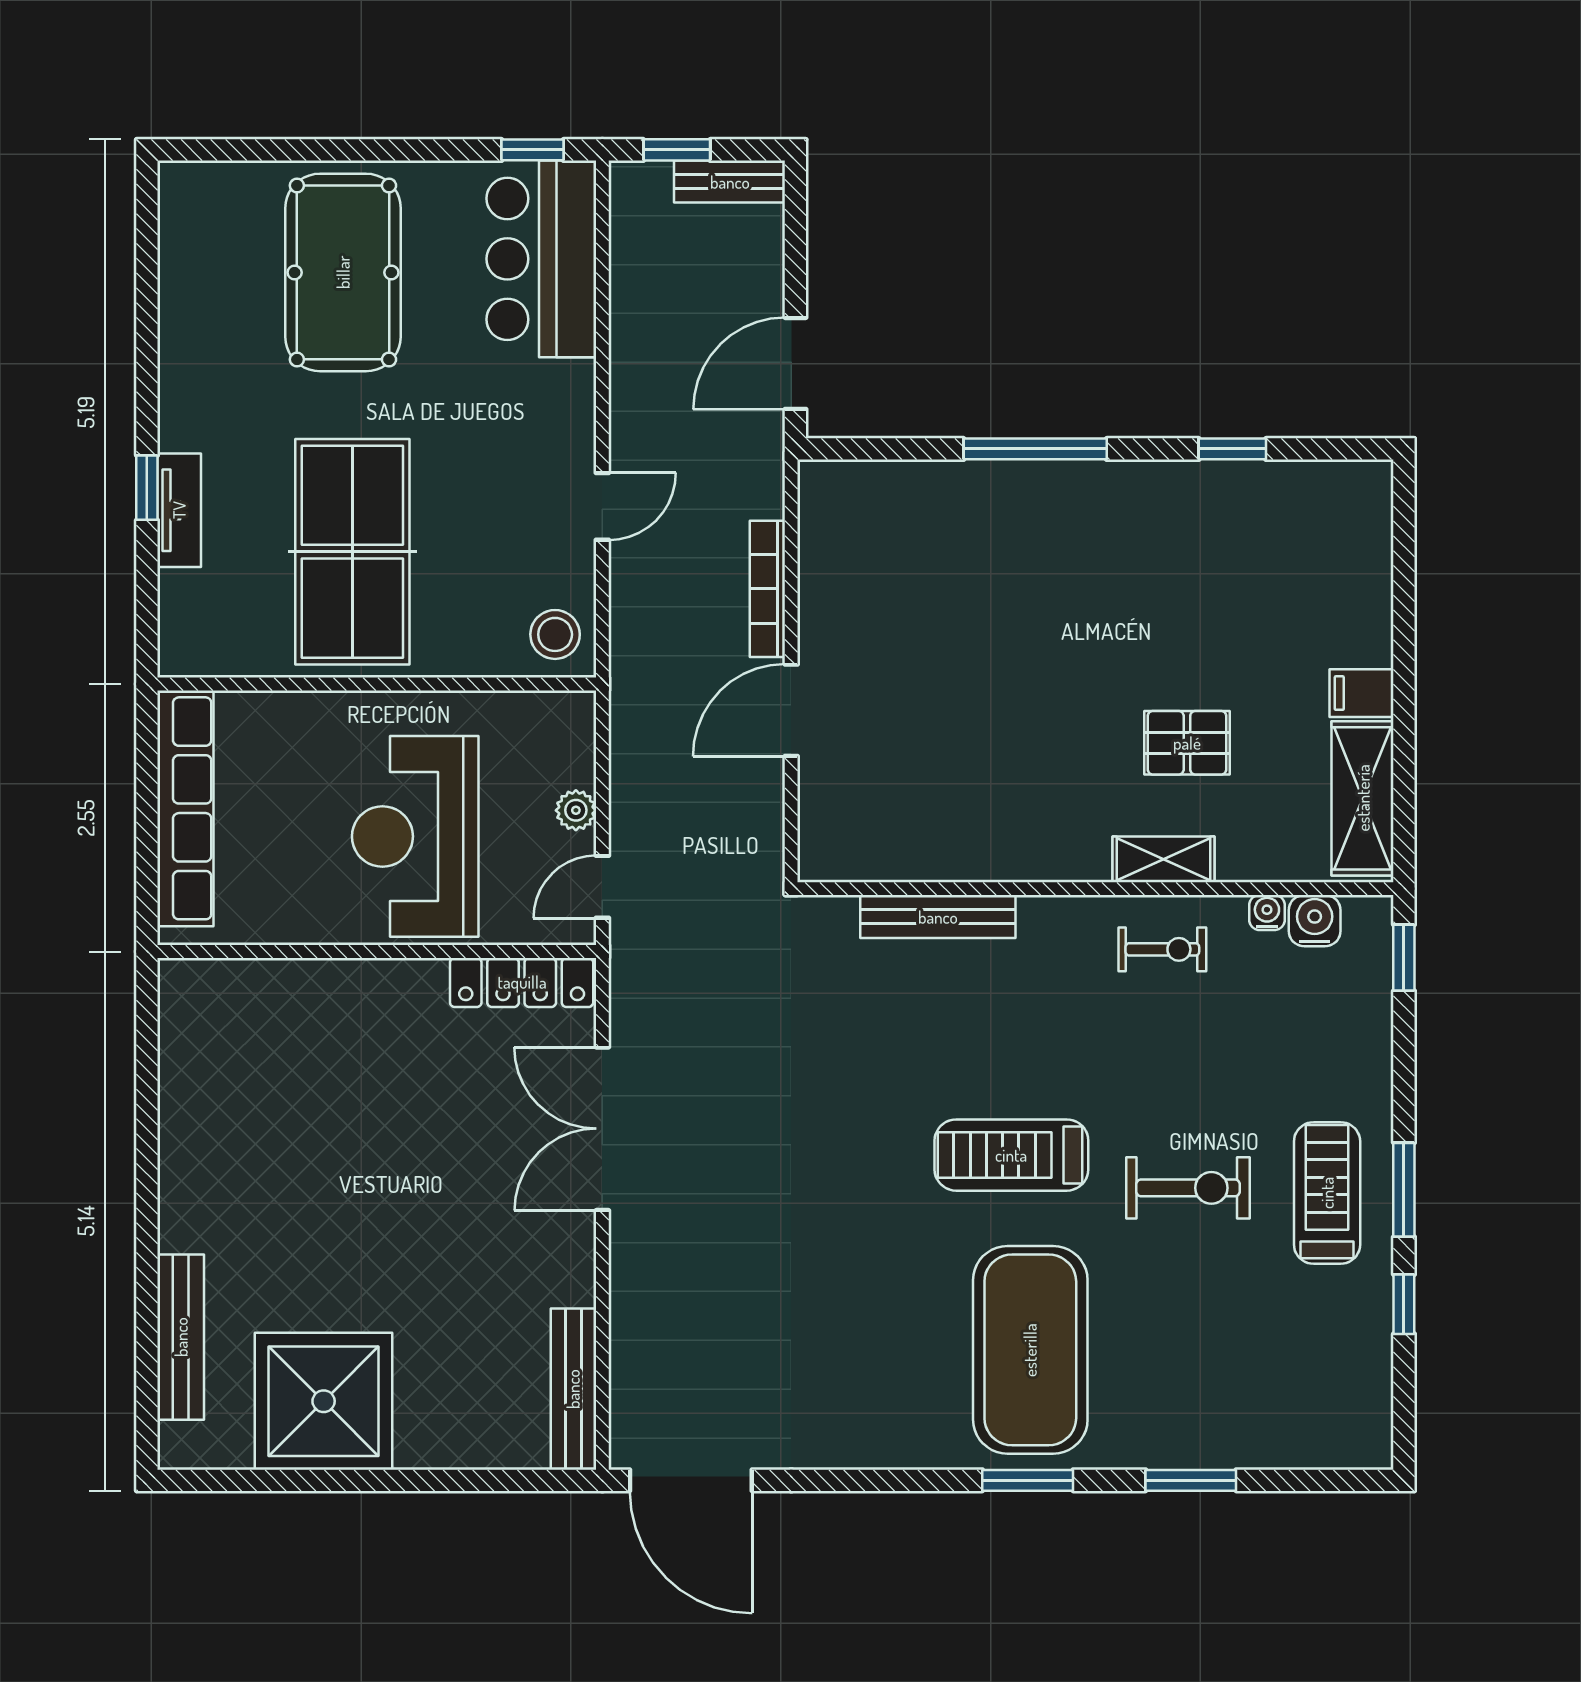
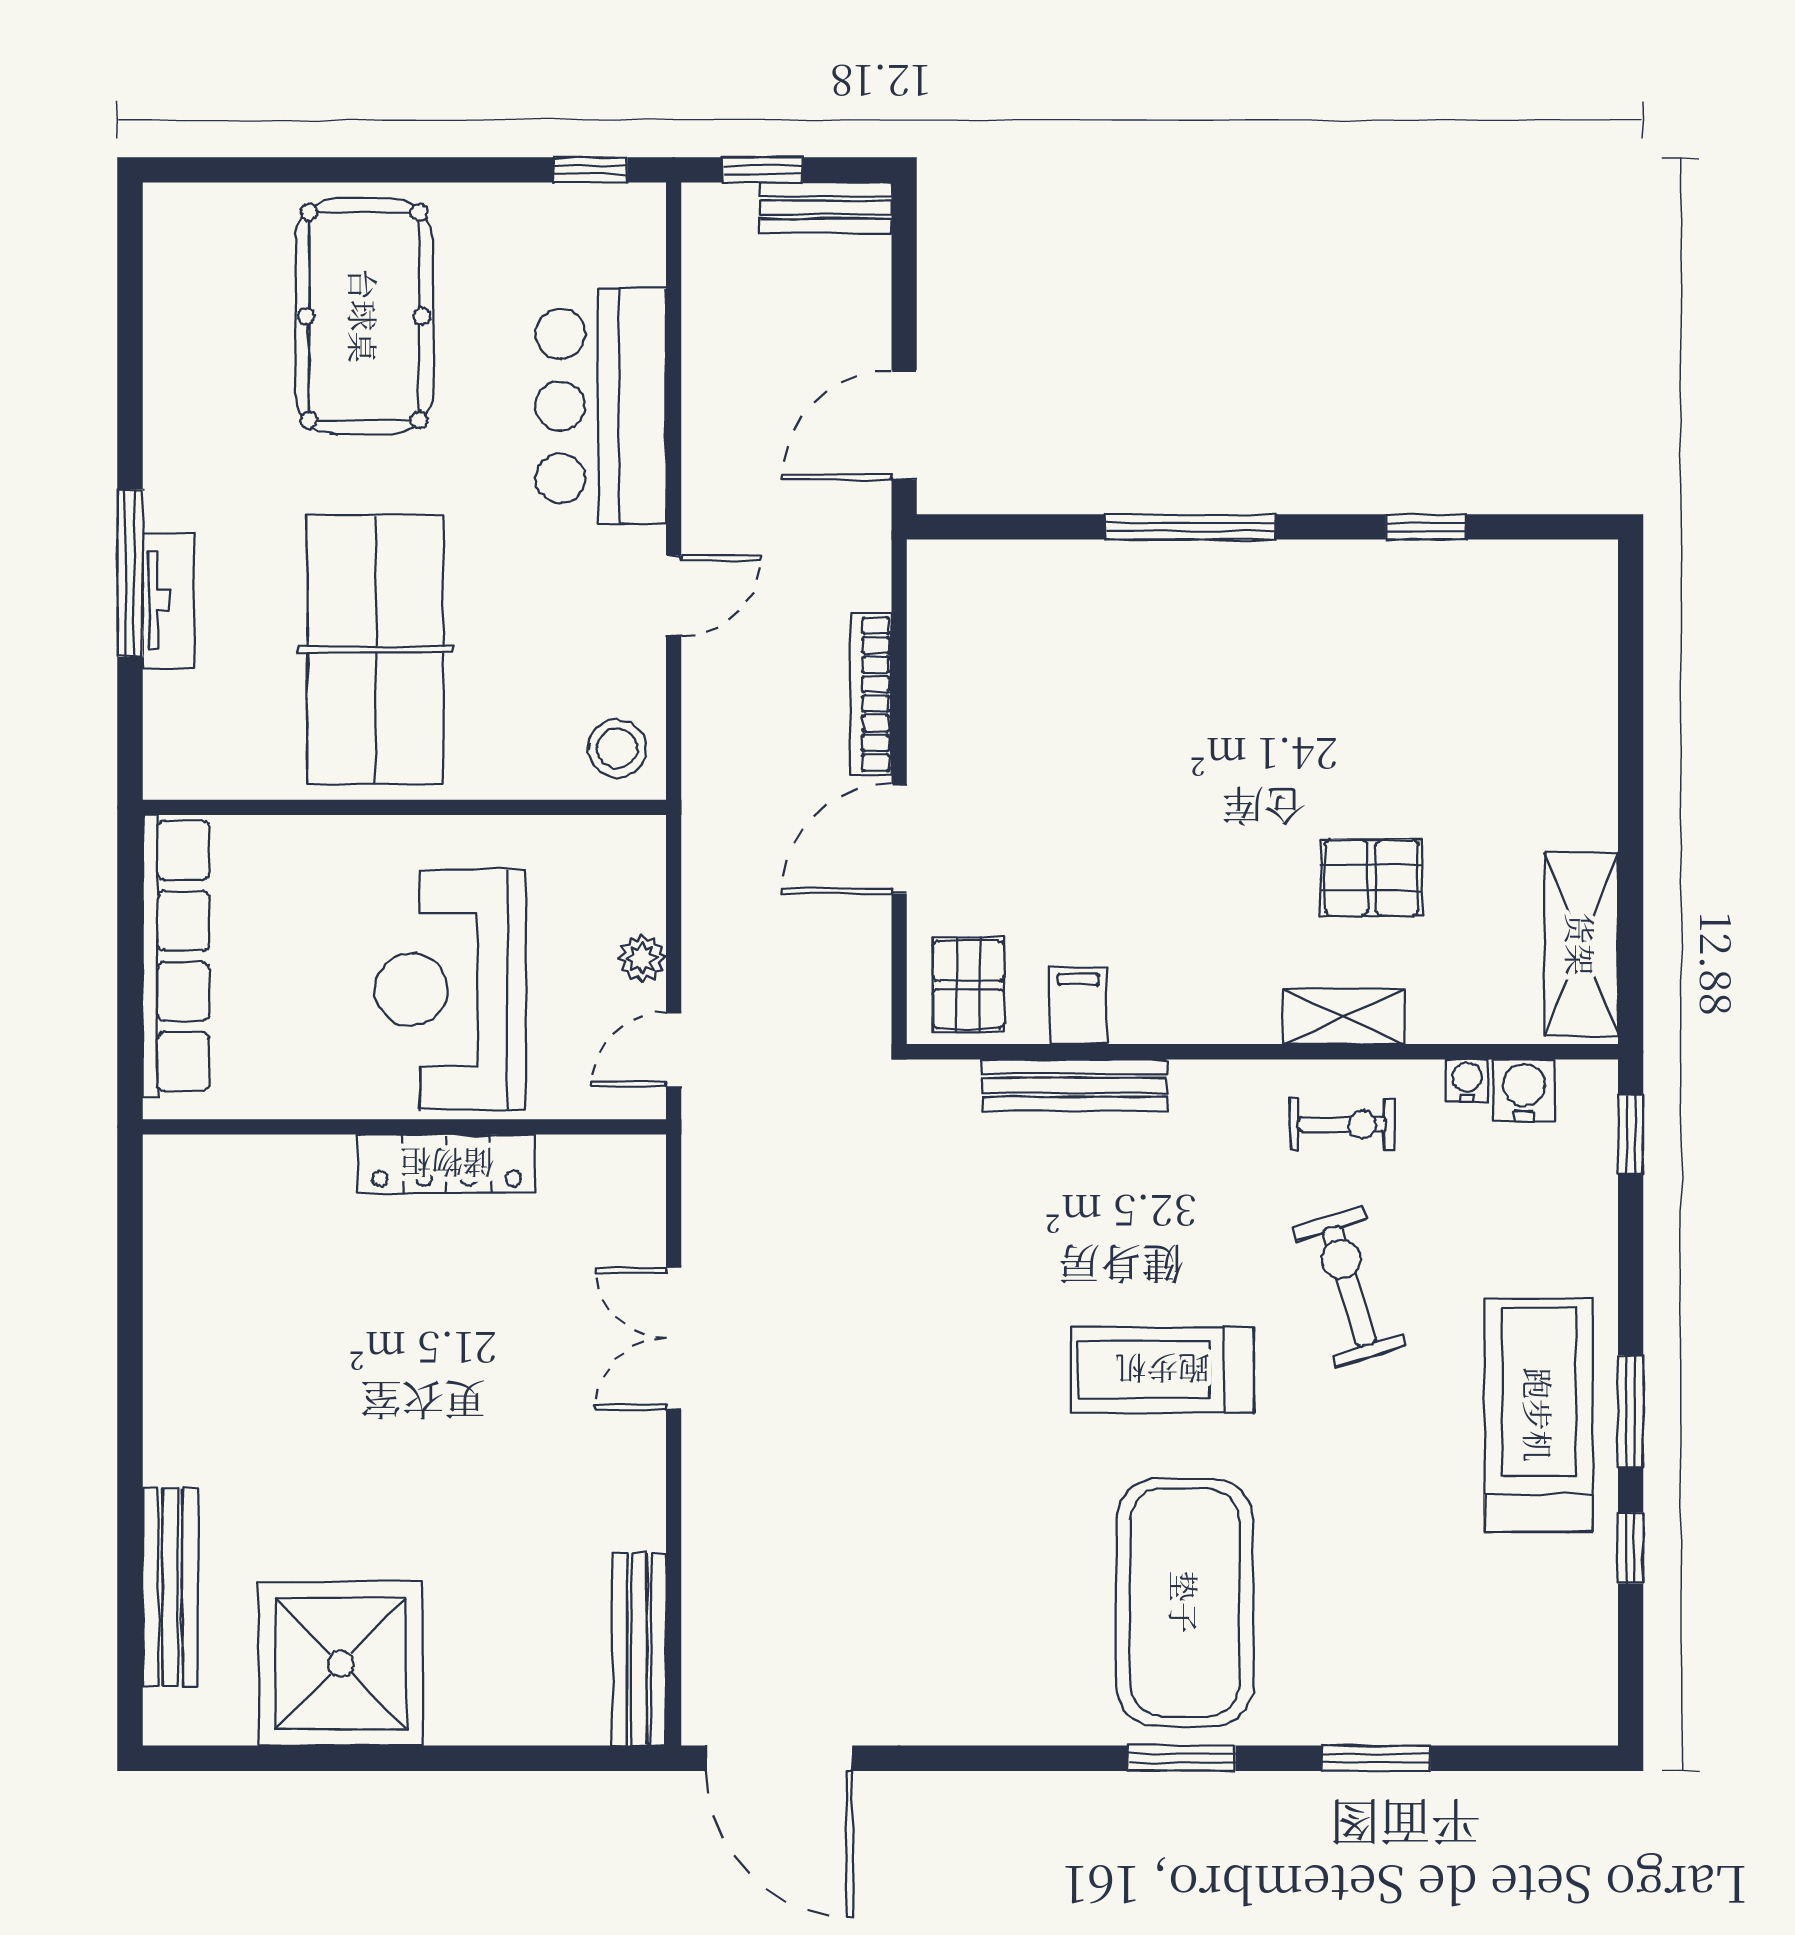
bar counter: (541, 259) -> (601, 406), moved
window: (147, 488) -> (130, 573), width x2.17
filing cabinet: (1362, 693) -> (1078, 1006), moved, turned 90
pallet: (849, 832) -> (968, 985), added
locker: (522, 982) -> (447, 1164), moved
double door: (602, 1129) -> (674, 1338), width x0.73
exercise bike: (1188, 1188) -> (1349, 1286), moved, turned -107
treadmill: (1327, 1193) -> (1539, 1415), width x1.37, depth x1.38

